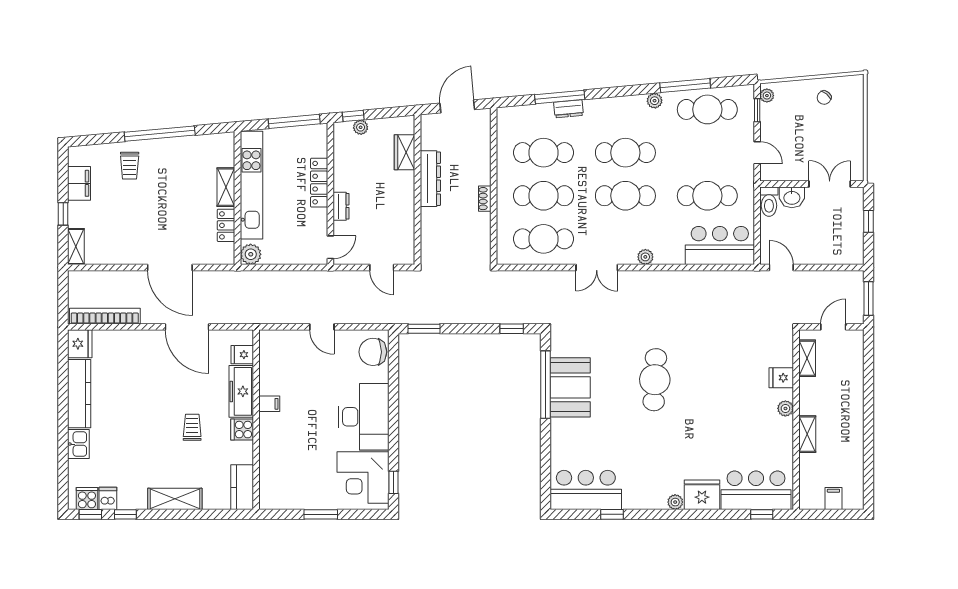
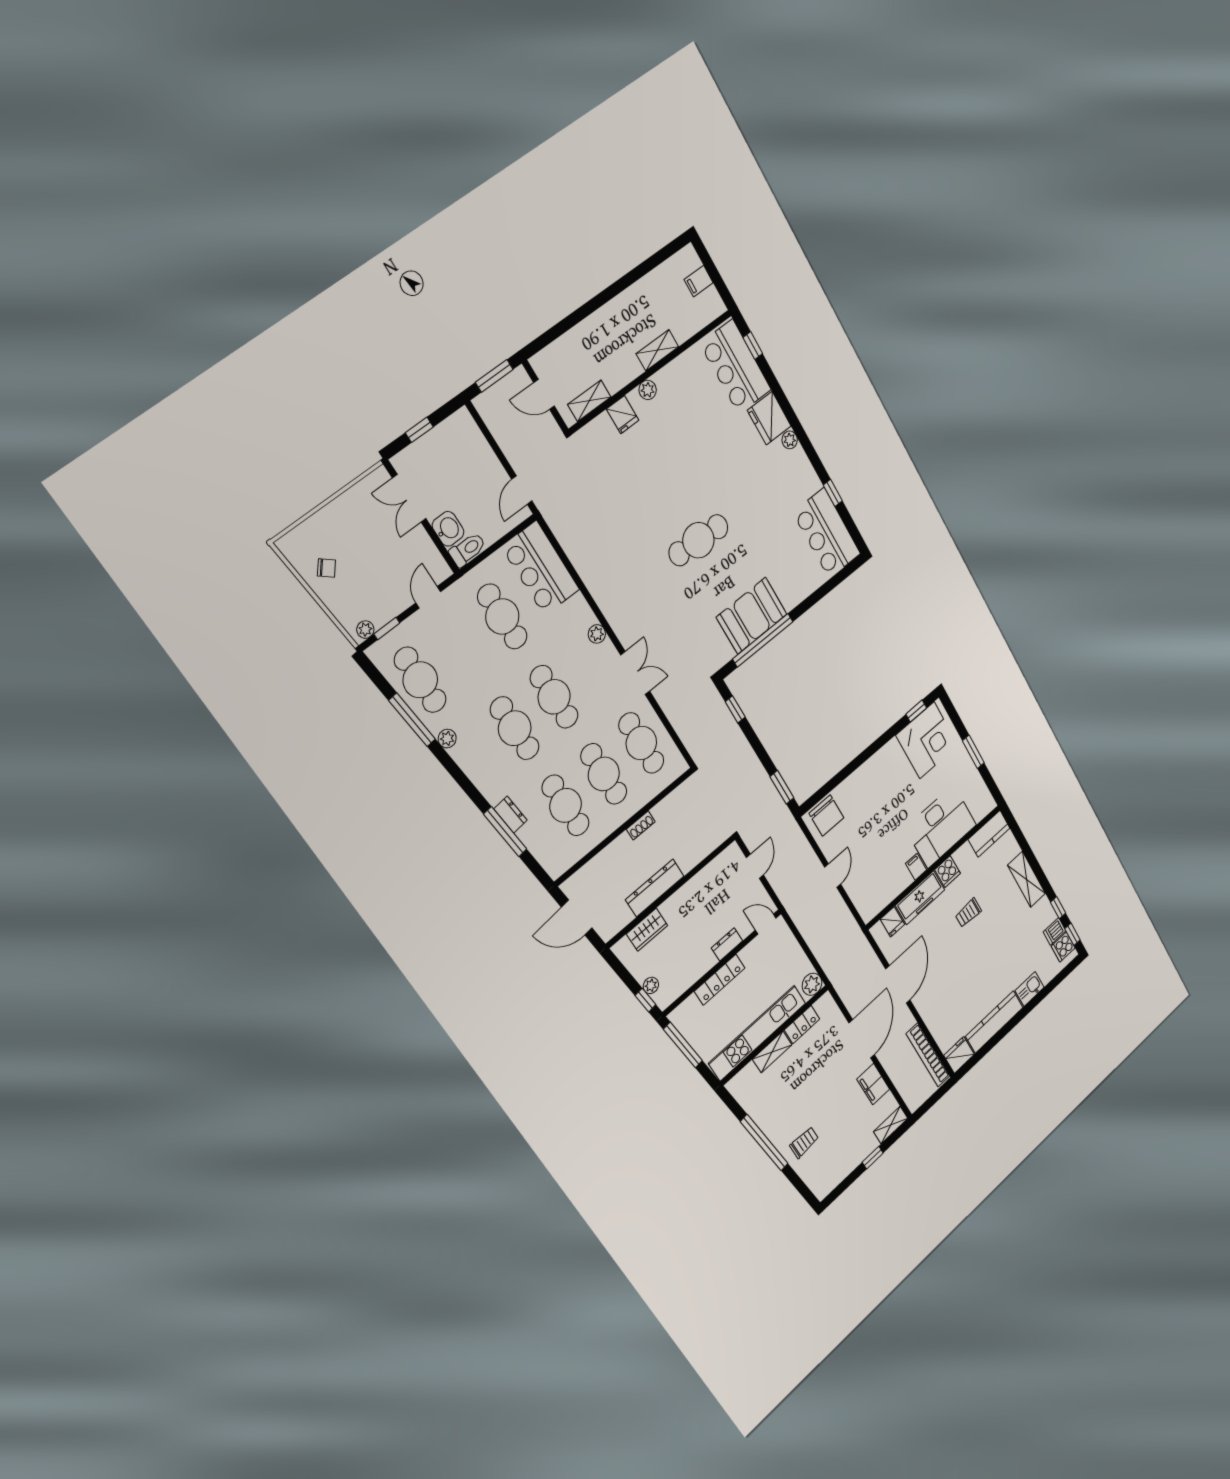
filing cabinet: (79, 183) -> (873, 1084), moved, turned -90
desk: (364, 417) -> (941, 826), moved, turned 180

